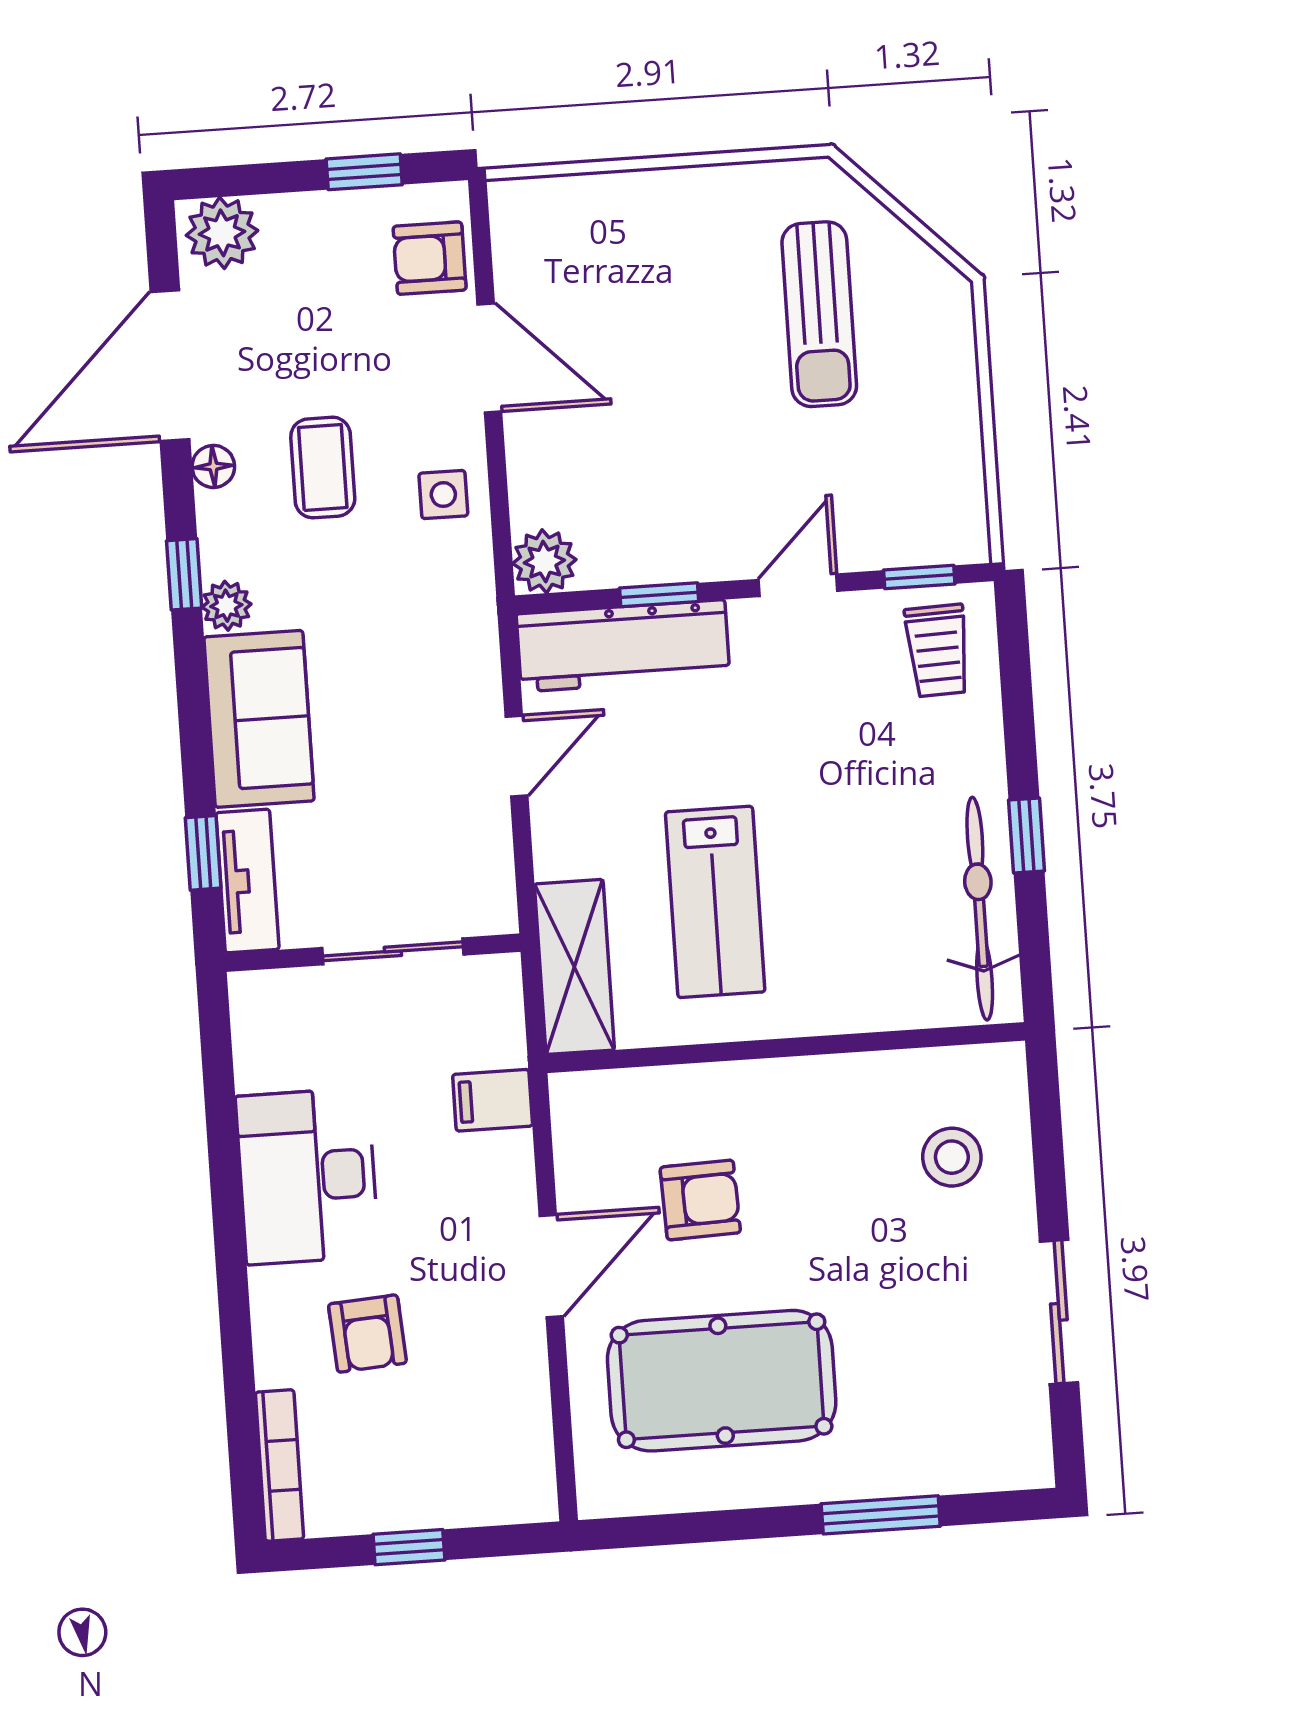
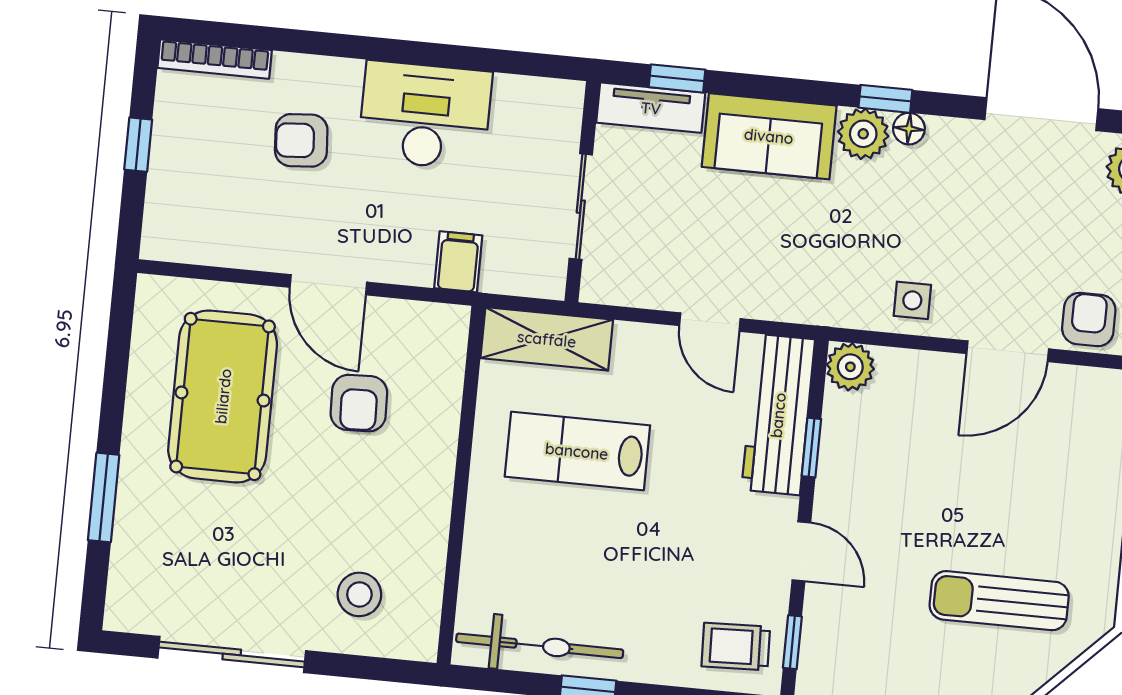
floor lamp: (213, 466) -> (909, 129), moved
coffee table: (323, 468) -> (947, 215), removed
plant: (226, 606) -> (863, 134), width x1.38, depth x1.38
sliding door: (1059, 1312) -> (232, 654), width x1.37

